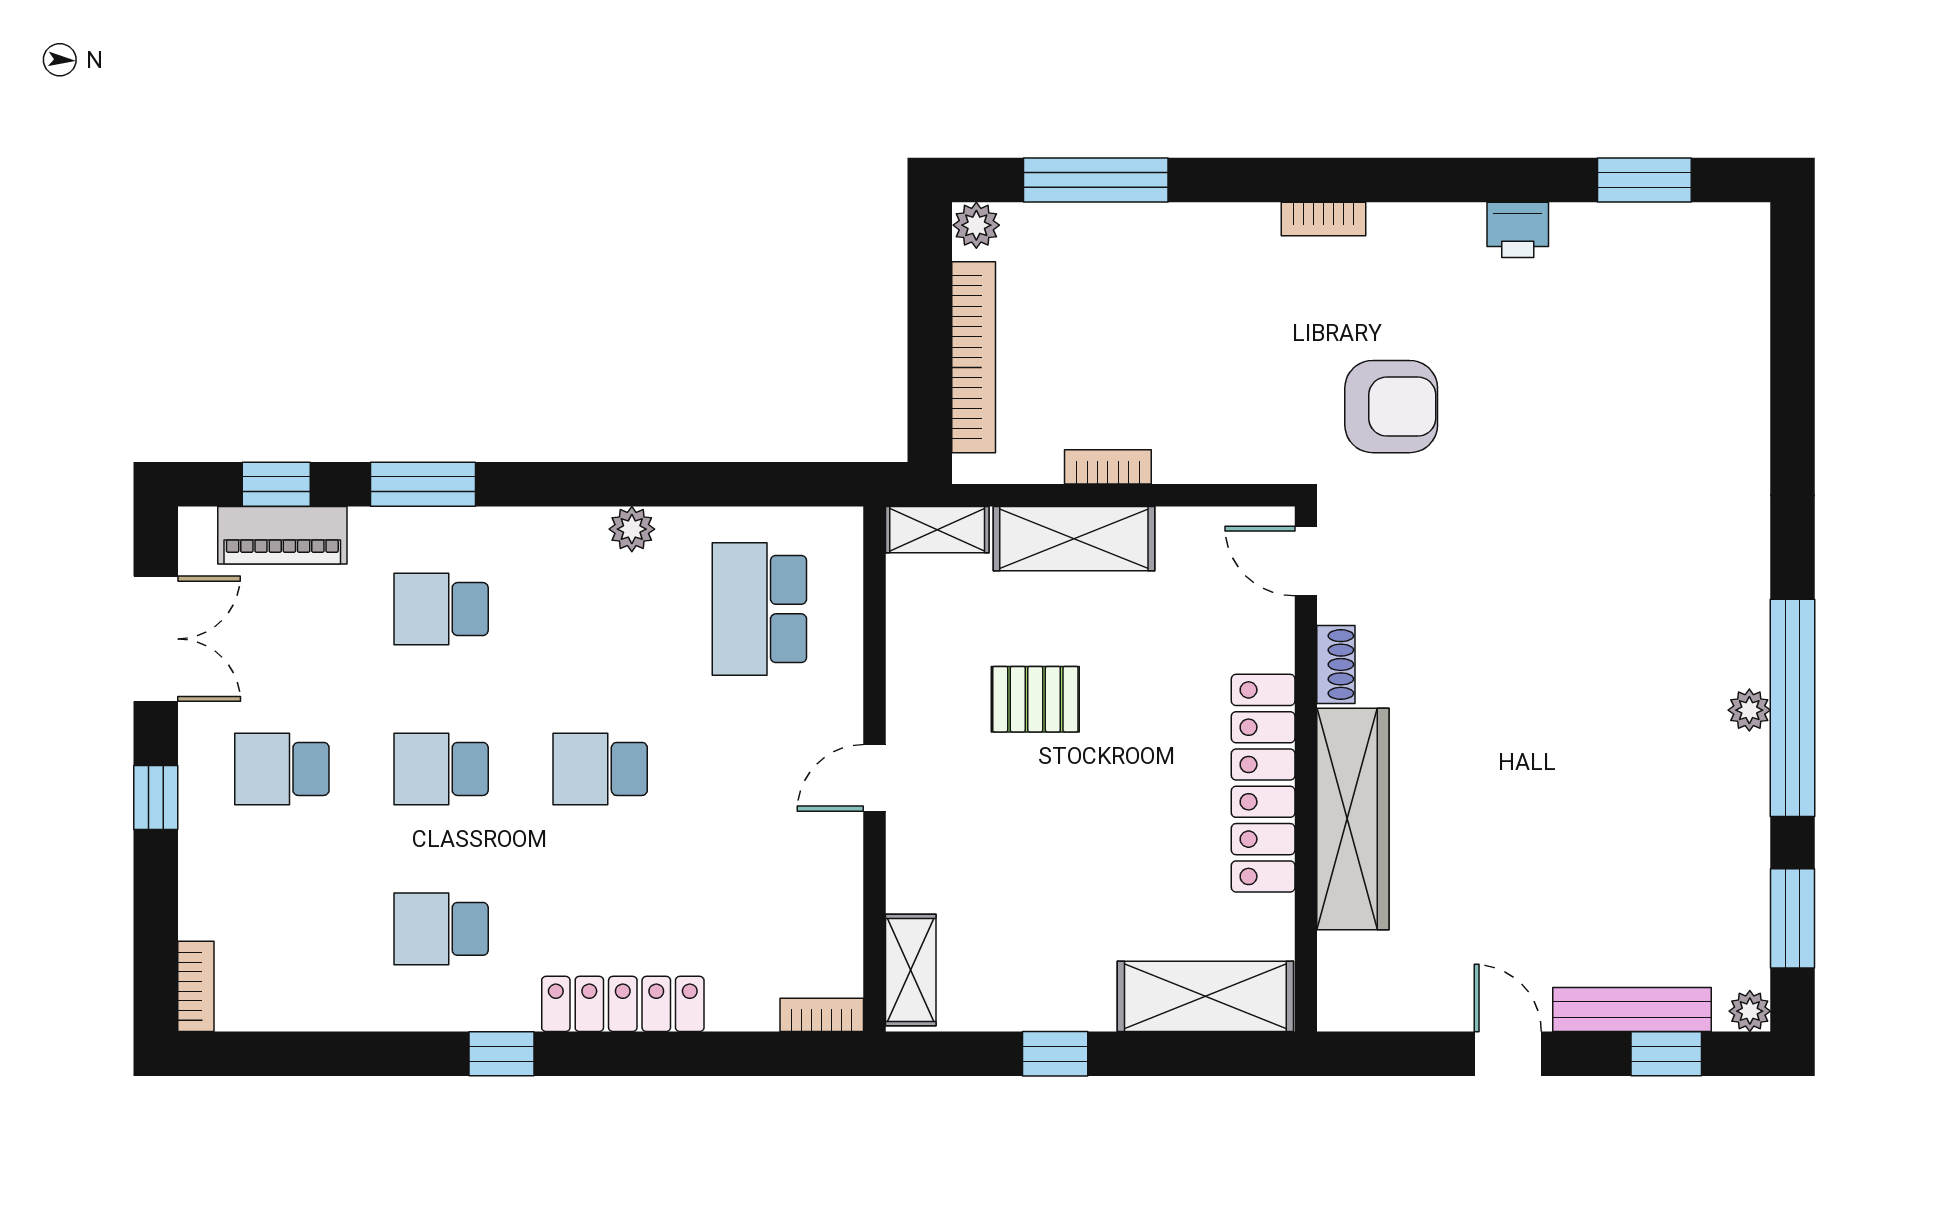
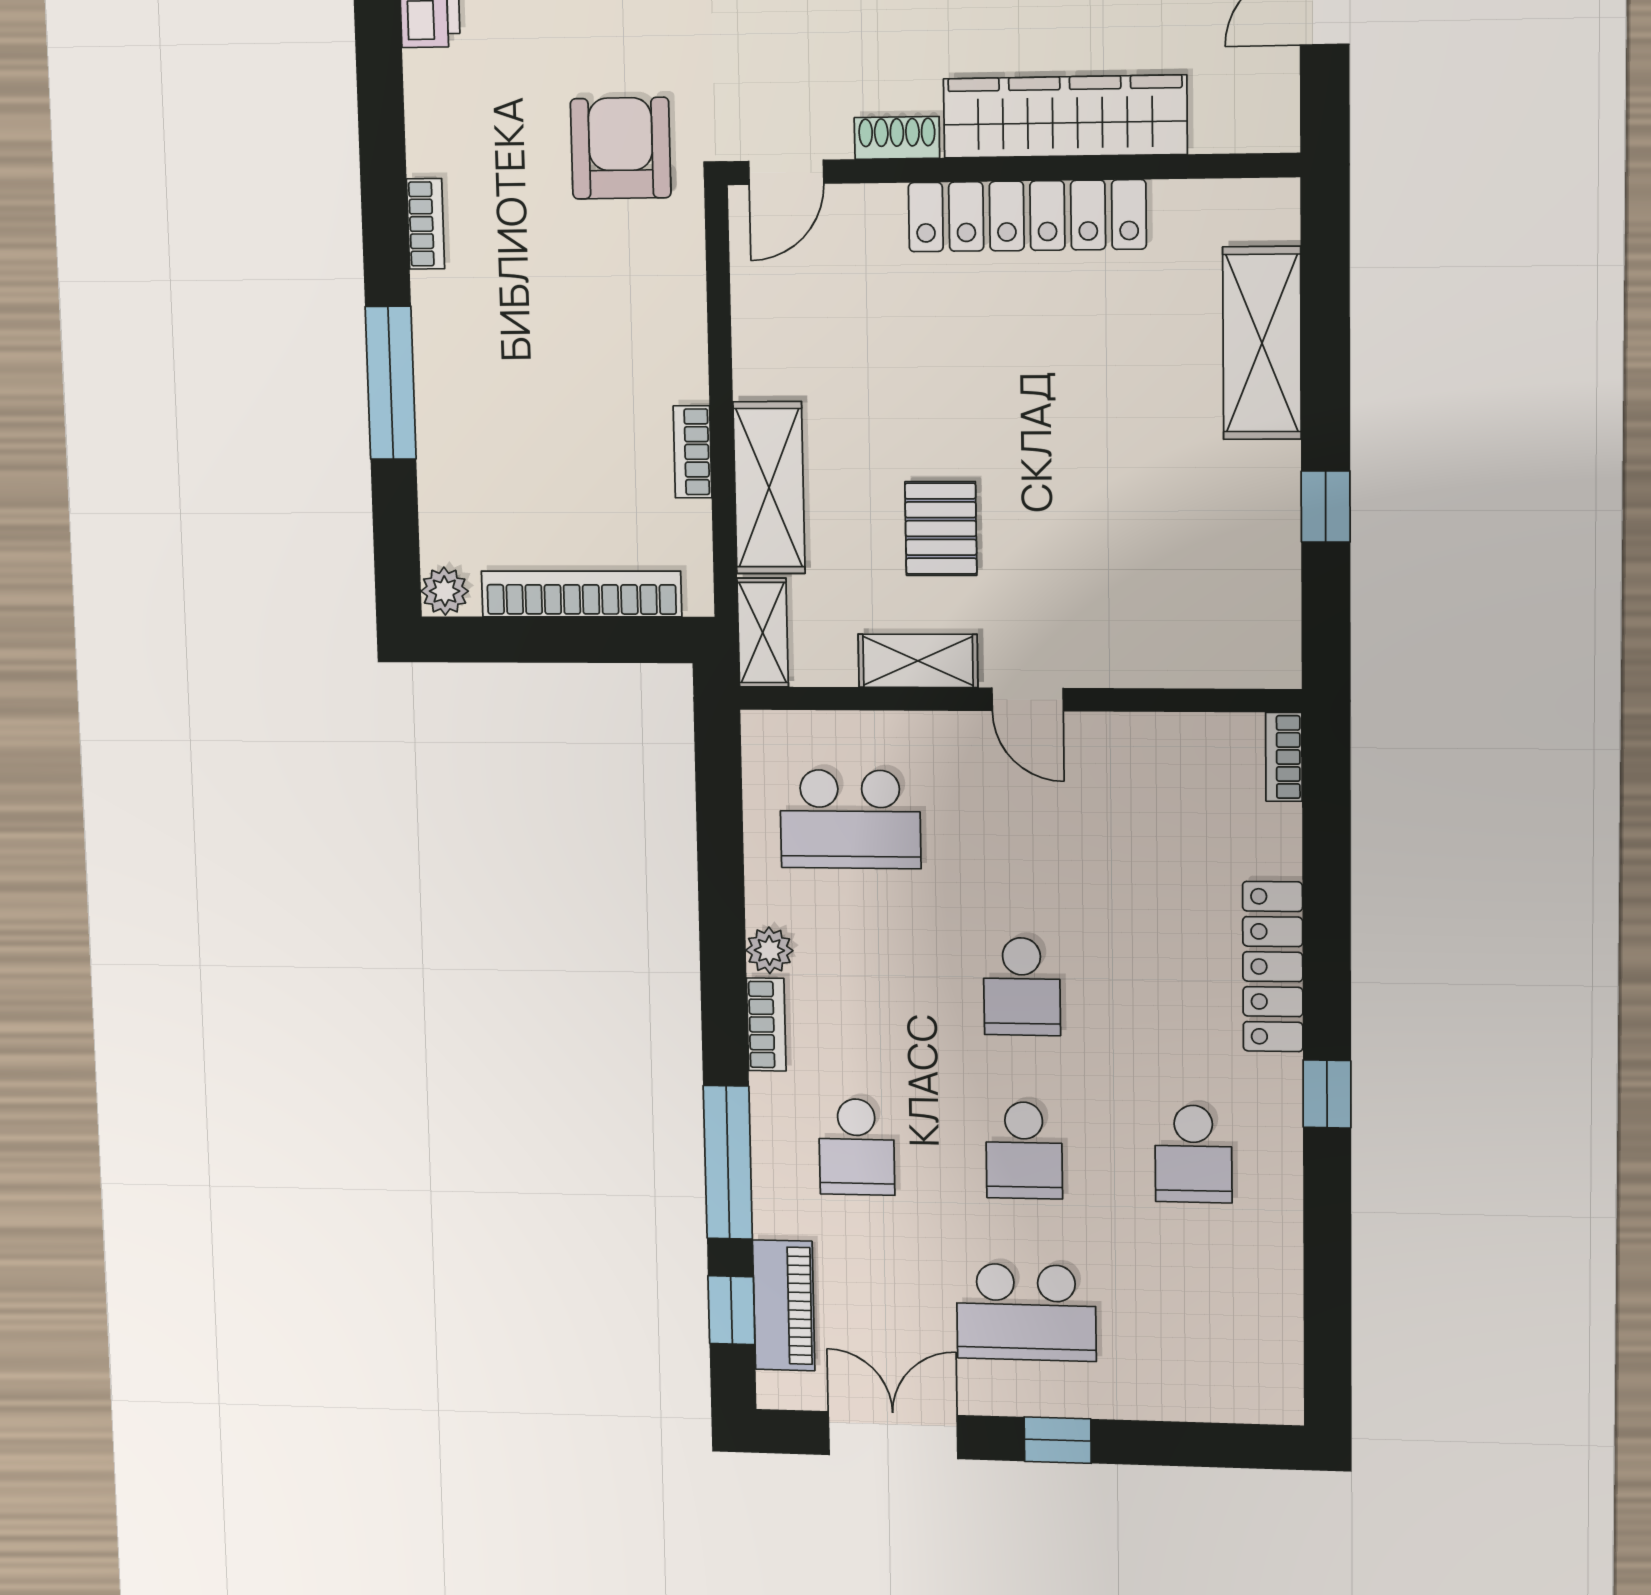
window: (1096, 180) -> (391, 383), moved
window: (423, 484) -> (728, 1162), width x1.44
door: (1306, 561) -> (786, 172), moved
shoe rack: (1336, 664) -> (897, 138), moved
school desk: (282, 769) -> (1026, 1312), width x1.85
wall: (1306, 769) -> (1011, 169), moved
locker: (1263, 783) -> (1027, 216), moved
wardrobe: (1353, 819) -> (1065, 117), moved
shelving: (911, 970) -> (918, 661), moved
bookcase: (196, 986) -> (766, 1025), moved, turned 90

